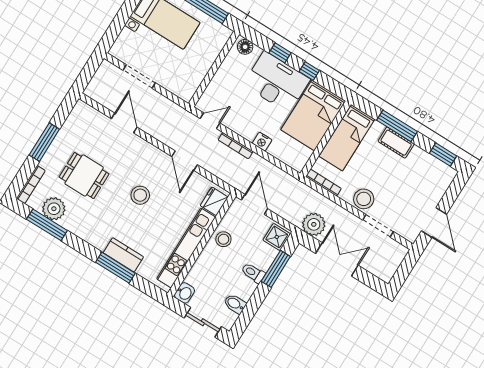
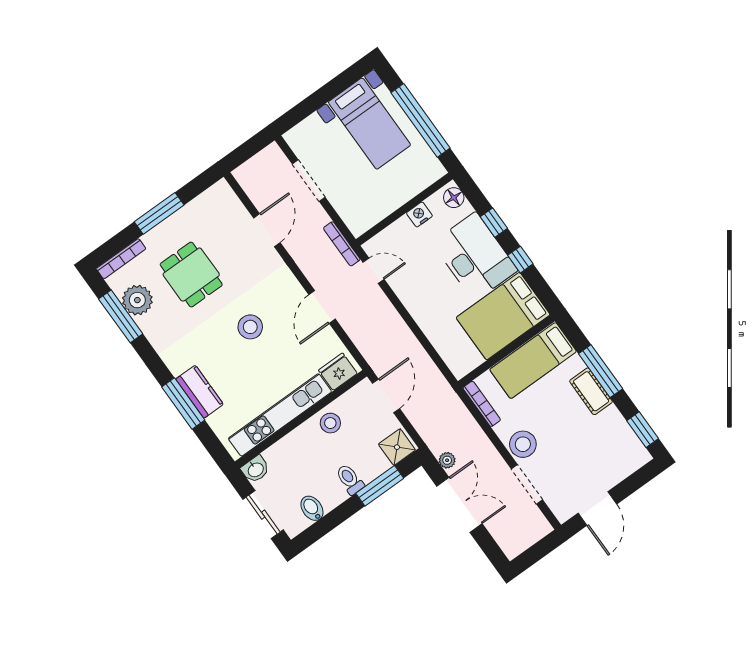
nightstand: (262, 142) -> (419, 214), moved, turned 90
bookcase: (236, 146) -> (342, 244), moved
plant: (314, 224) -> (447, 460), width x0.53, depth x0.53

